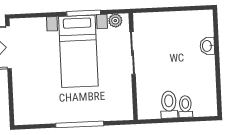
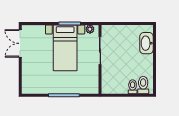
washbasin: (207, 46) -> (146, 43), width x1.91, depth x1.45
toilet: (169, 105) -> (143, 85), moved

